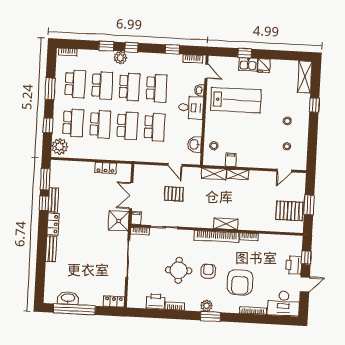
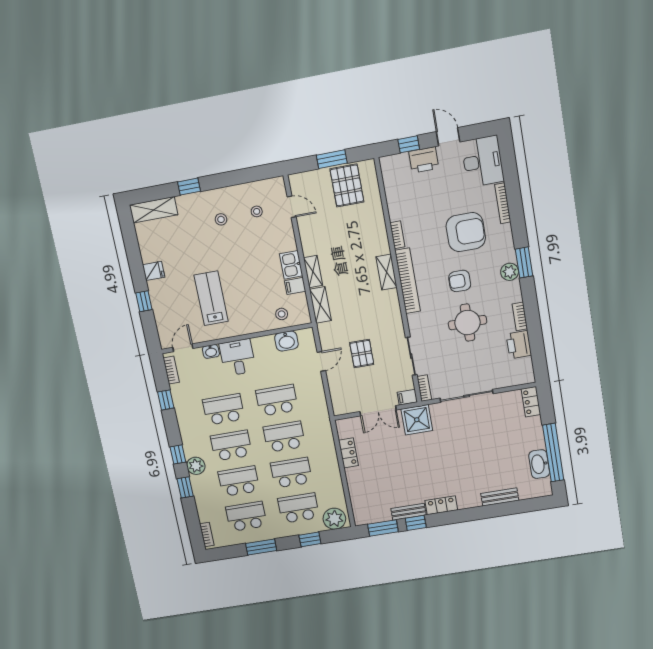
kitchen sink: (248, 64) -> (291, 265), moved, turned 180
lab bench: (236, 100) -> (211, 298), width x0.73, depth x0.72
bench: (51, 249) -> (500, 497), moved

